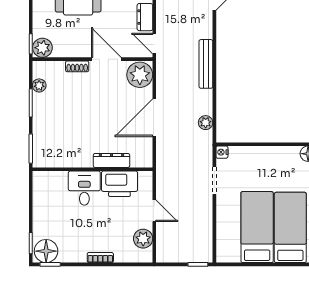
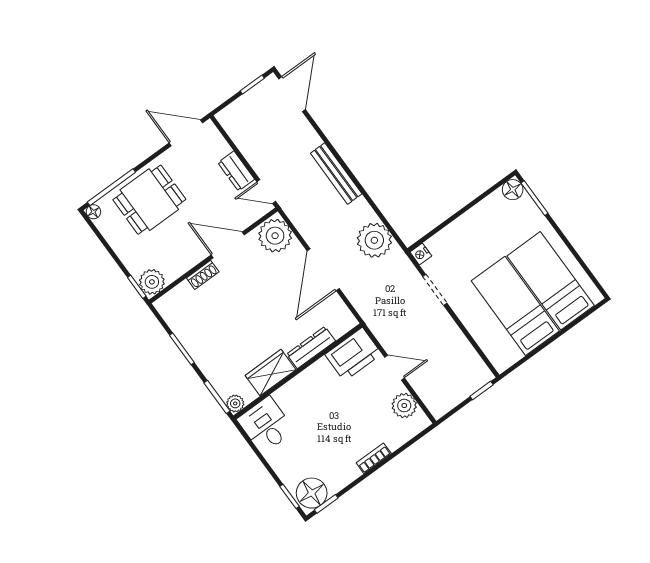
plant: (39, 85) -> (235, 403), moved
plant: (206, 123) -> (374, 240), width x1.87, depth x1.87
wardrobe: (75, 158) -> (271, 373), added
printer: (119, 184) -> (353, 354), moved
desk: (84, 188) -> (266, 425), moved

